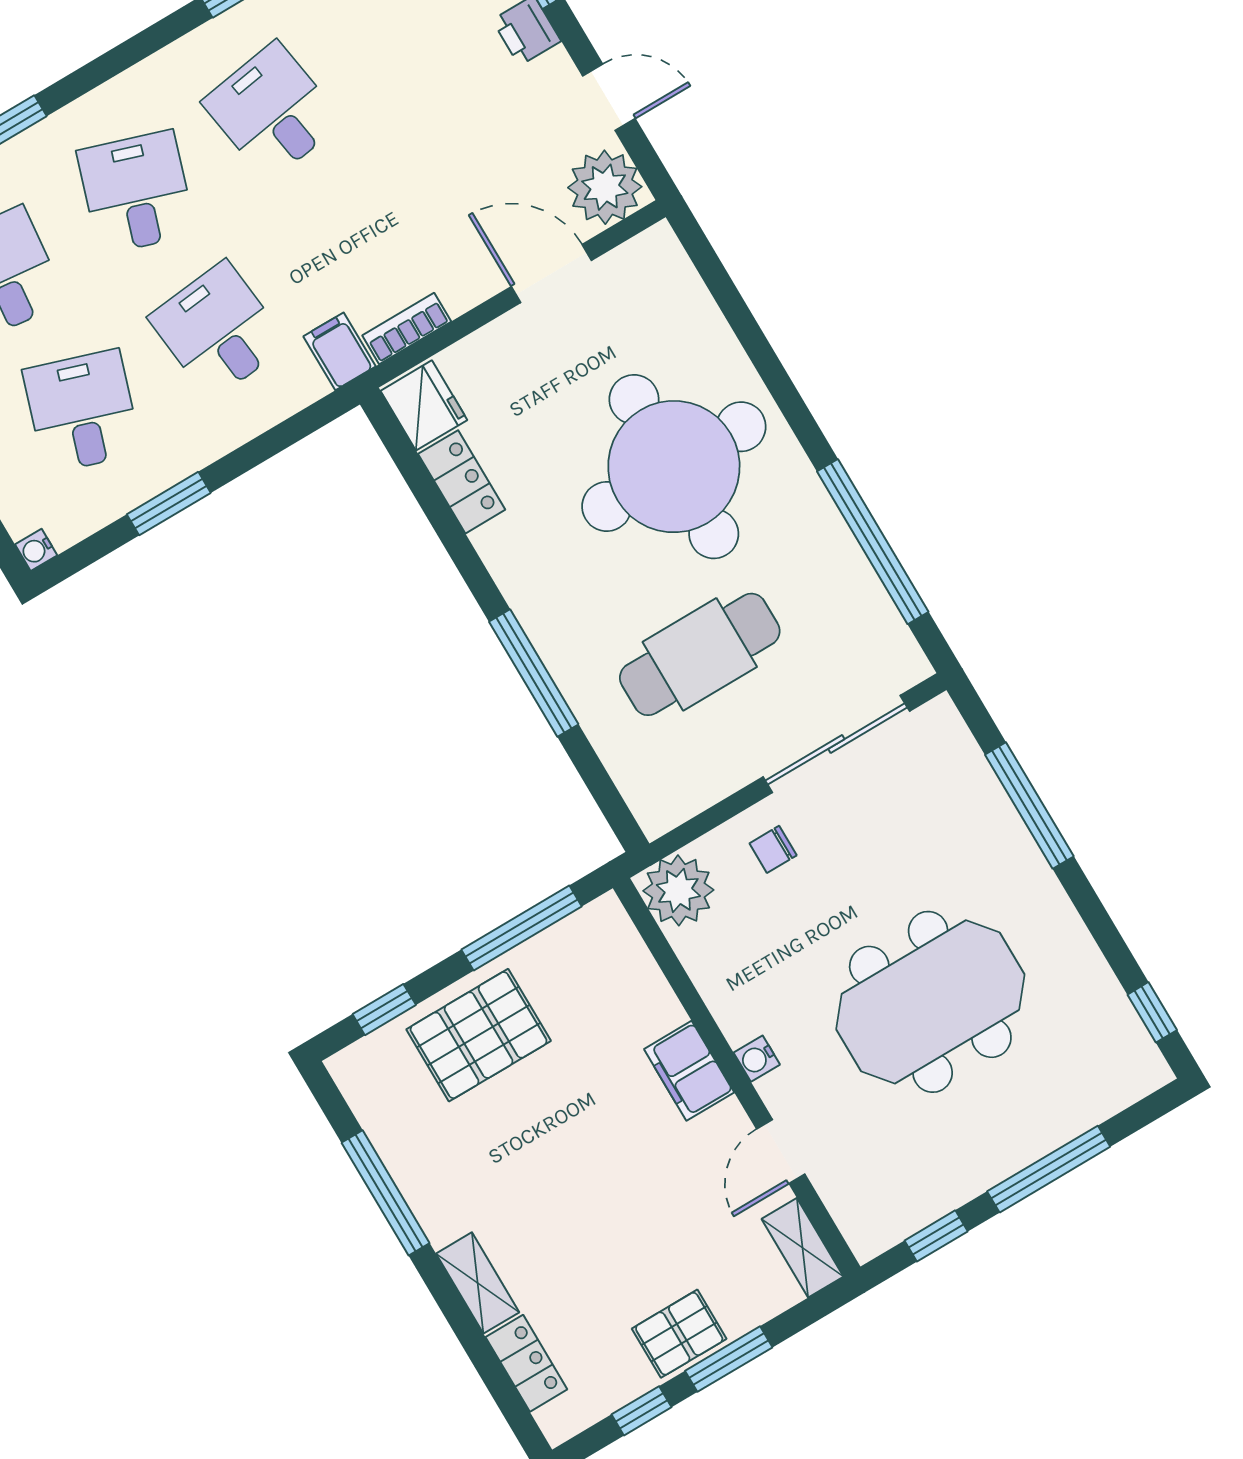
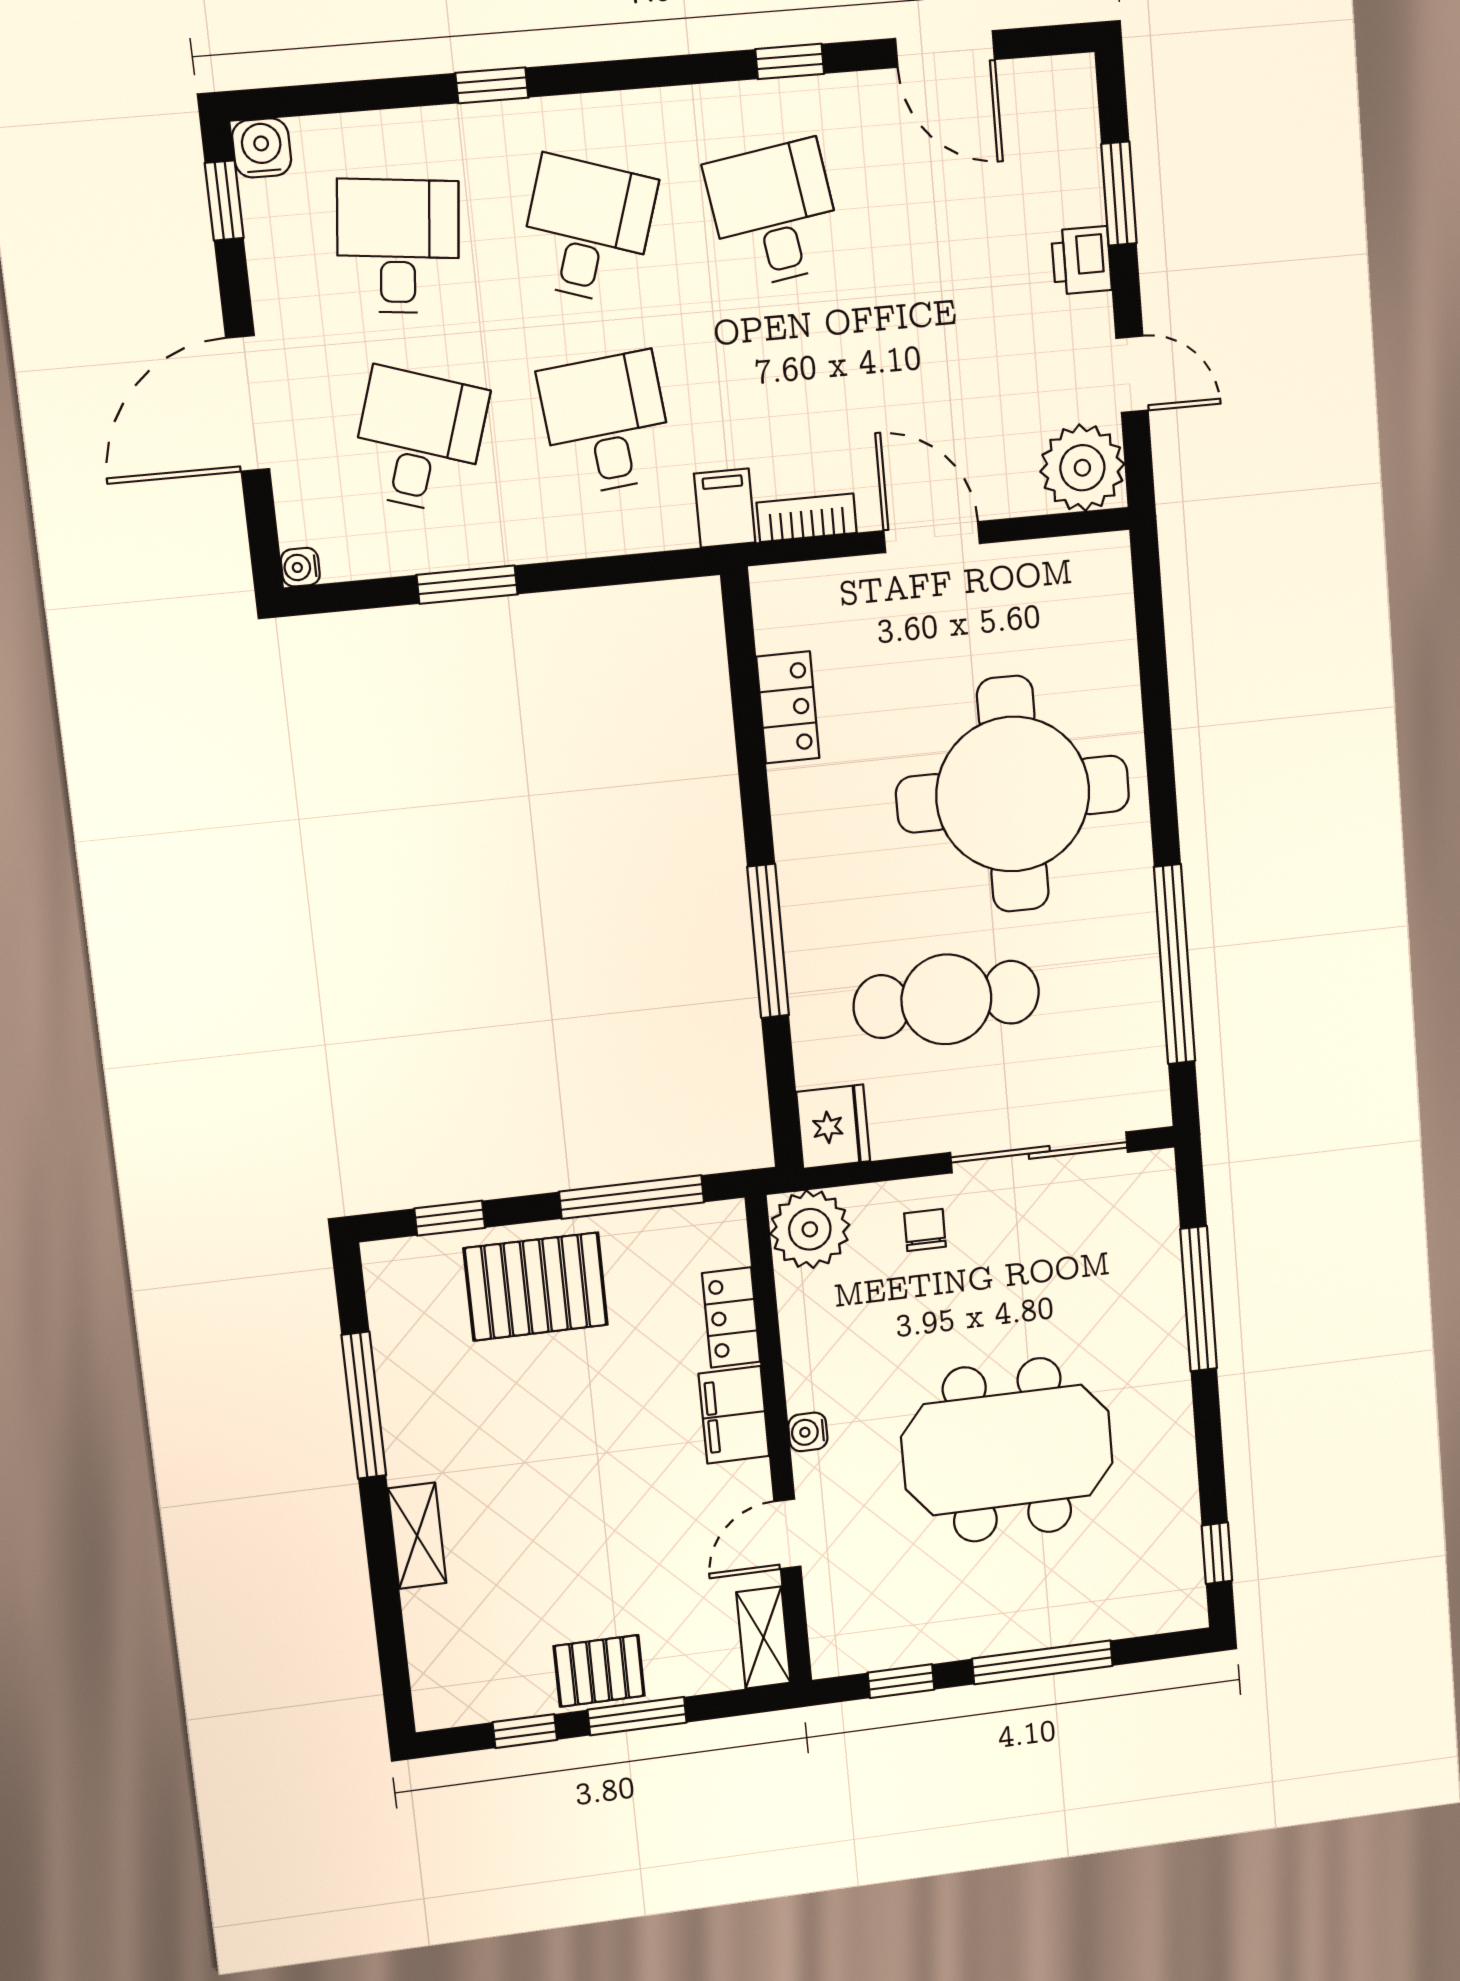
door: (551, 274) -> (932, 537), moved
fridge: (424, 405) -> (833, 1127), moved
chair: (773, 849) -> (925, 1230), turned 90
locker: (526, 1363) -> (731, 1318), moved, turned 180

